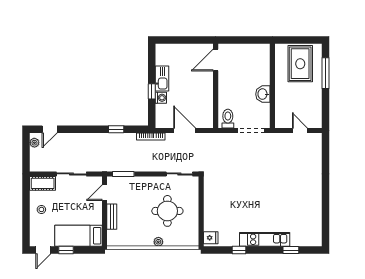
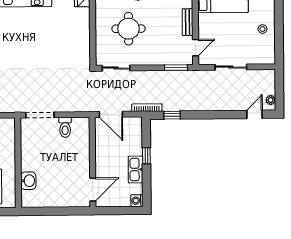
door: (216, 60) -> (93, 190), moved
wall: (216, 86) -> (93, 162), moved
washbasin: (263, 94) -> (28, 181), moved
washing machine: (161, 98) -> (137, 201), moved
window: (116, 129) -> (172, 115), moved
cot: (43, 183) -> (262, 57), removed

